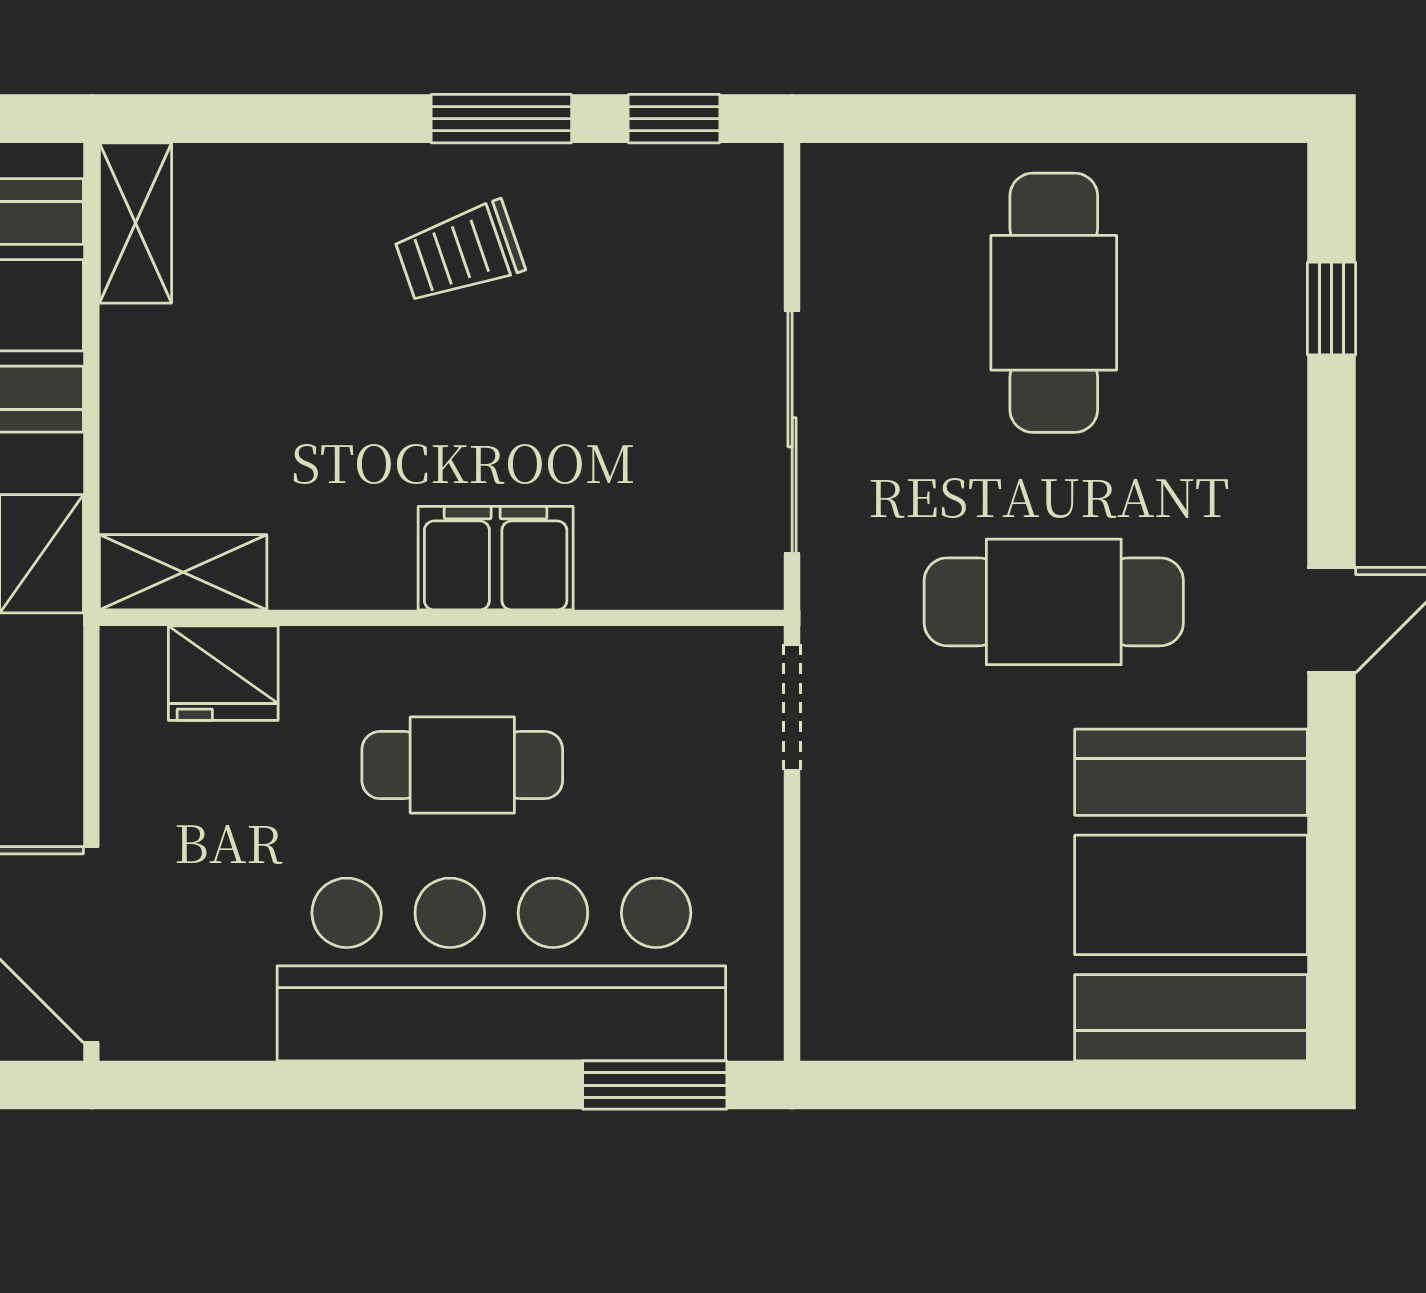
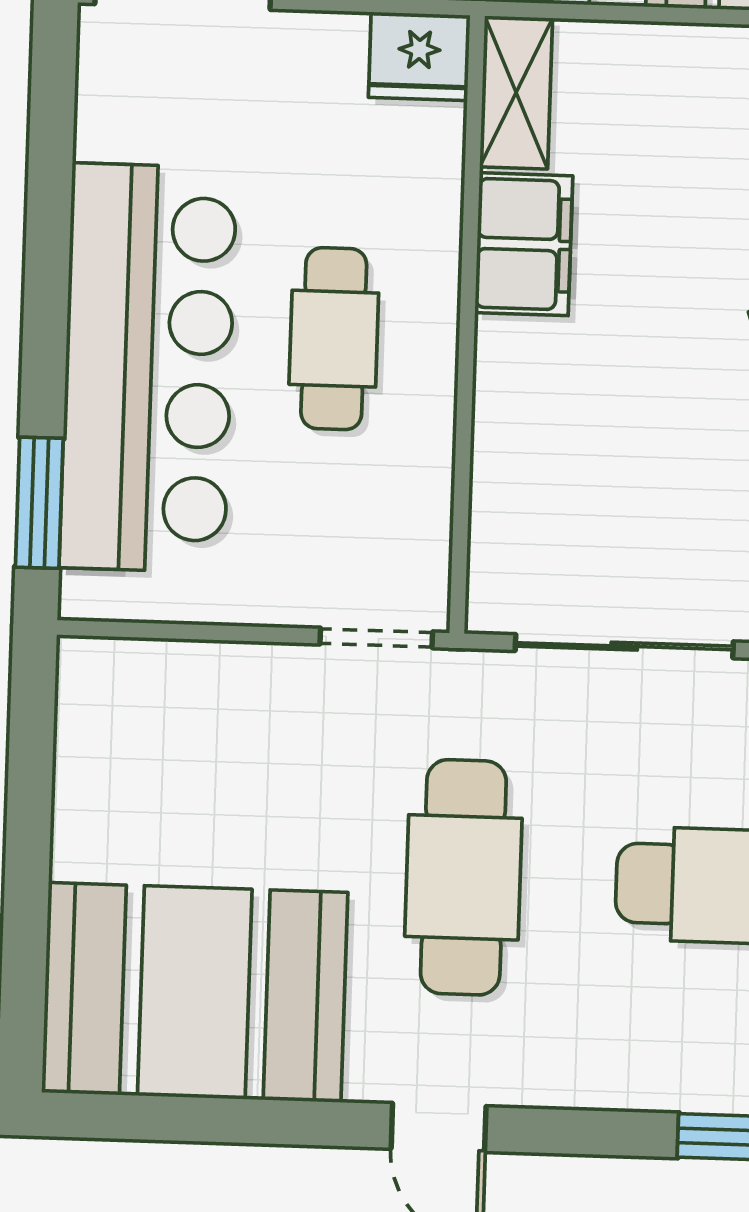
filing cabinet: (496, 558) -> (524, 244), moved
fridge: (223, 673) -> (419, 56), moved, turned -90

